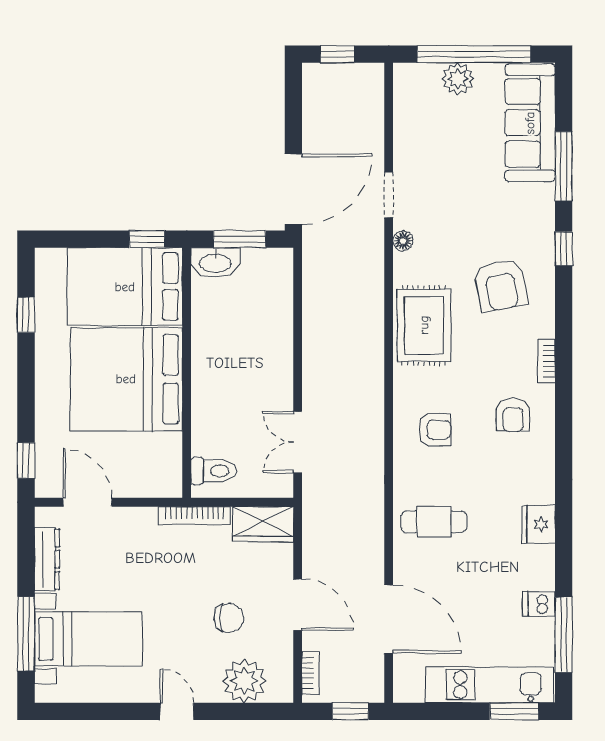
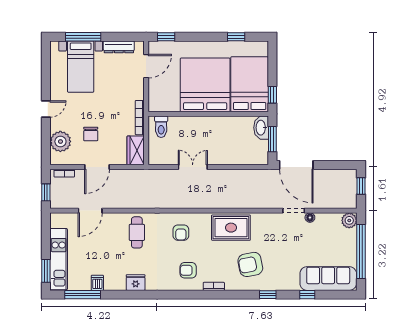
plant: (458, 79) -> (349, 220), moved
window: (564, 166) -> (307, 295), width x0.46
floor lamp: (403, 241) -> (310, 218), moved
double door: (298, 442) -> (193, 167), moved
door: (389, 619) -> (90, 211), width x0.73

